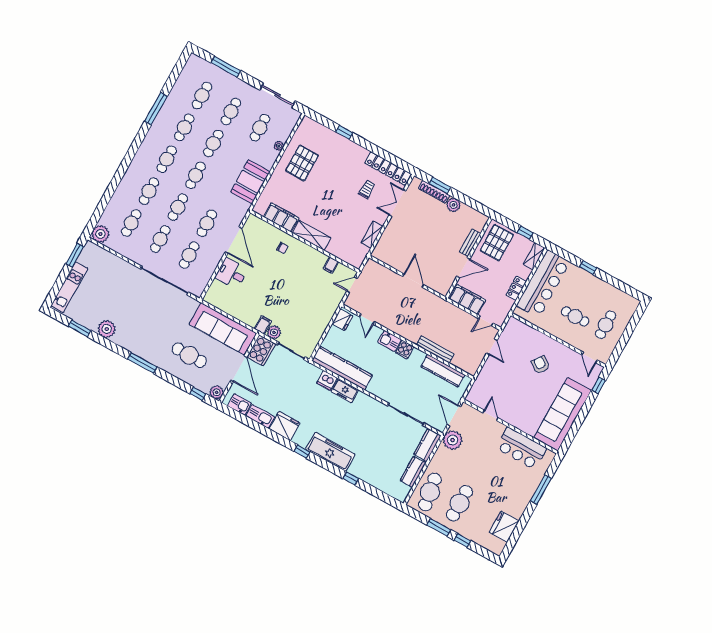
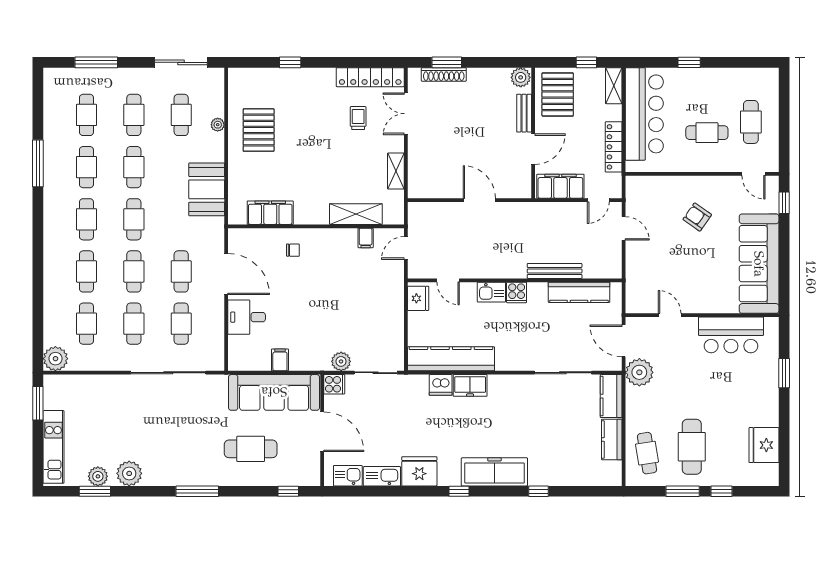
plant: (453, 205) -> (521, 77), moved
shelving: (312, 235) -> (356, 214), moved
locker: (516, 288) -> (614, 147), width x1.53
filing cabinet: (263, 325) -> (280, 360), moved
cooker: (261, 350) -> (334, 384), width x0.53, depth x0.76
plant: (217, 392) -> (98, 476), moved
window: (541, 490) -> (784, 373), width x0.69
cafe table: (430, 492) -> (647, 453), width x0.73, depth x0.74

